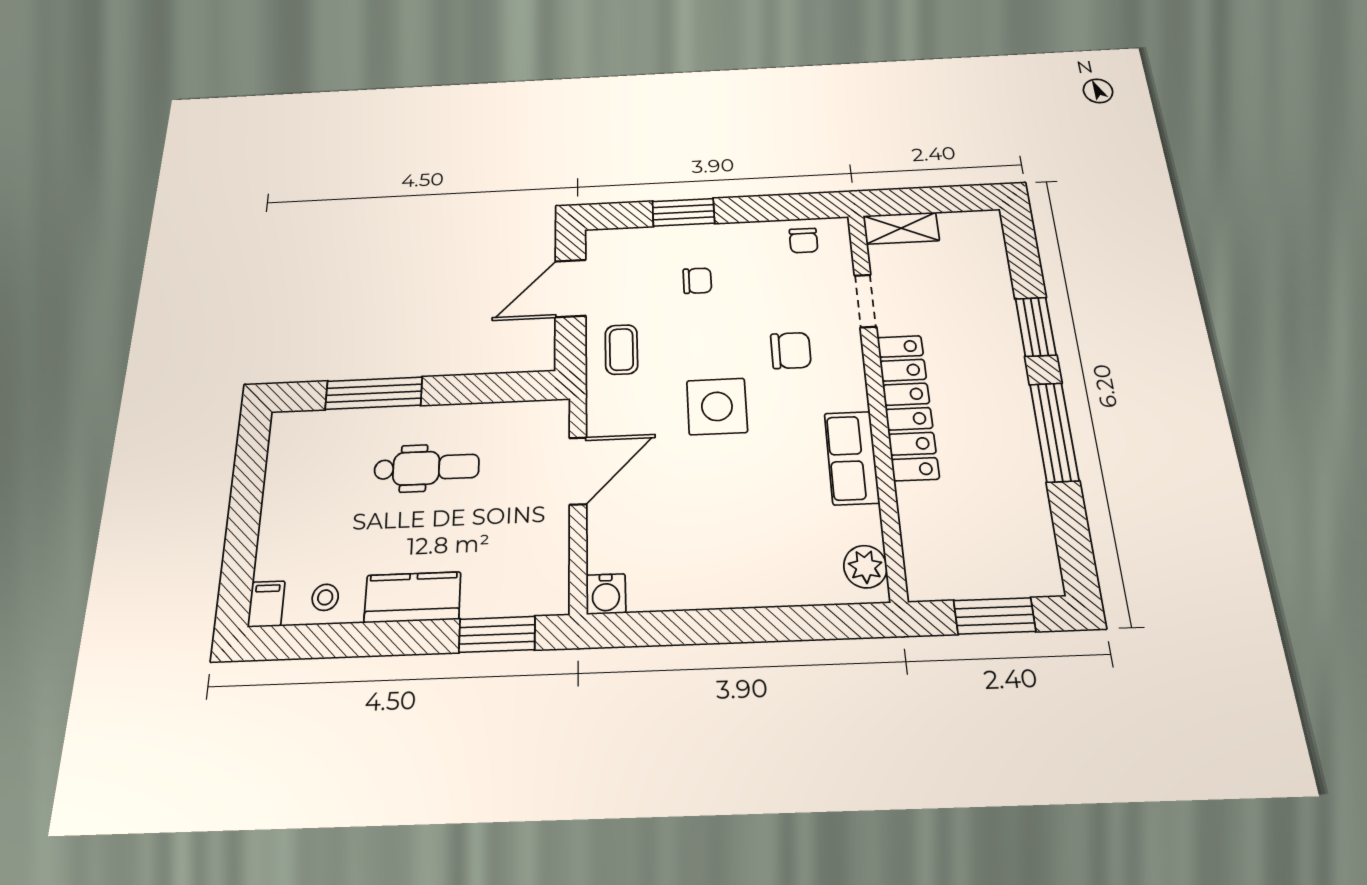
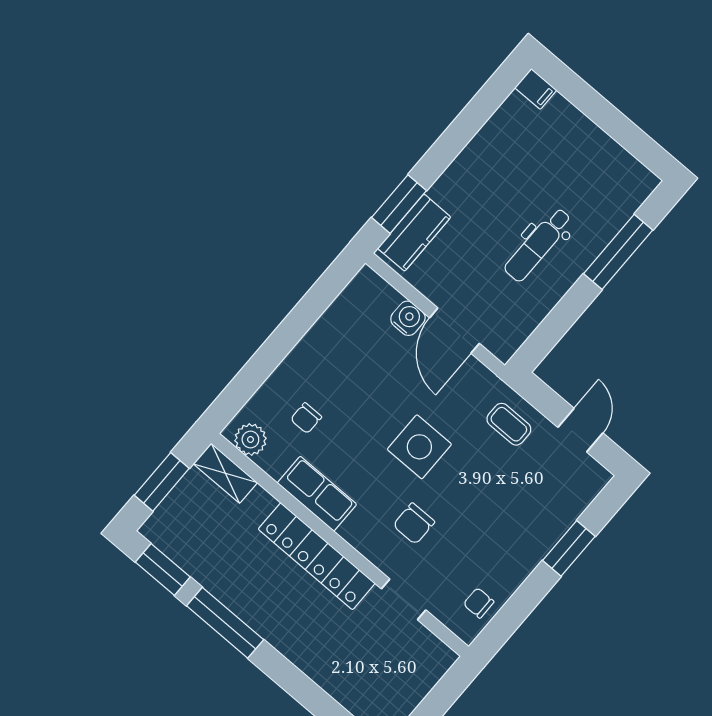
shelving: (901, 228) -> (225, 473), moved, turned 90
chair: (697, 281) -> (306, 418), moved
door: (570, 288) -> (580, 430), width x0.73
window: (1036, 327) -> (163, 570), moved
water cooler: (606, 594) -> (408, 318), moved, turned 90
stool: (325, 597) -> (509, 125), removed
kitchen counter: (413, 597) -> (414, 233), moved

